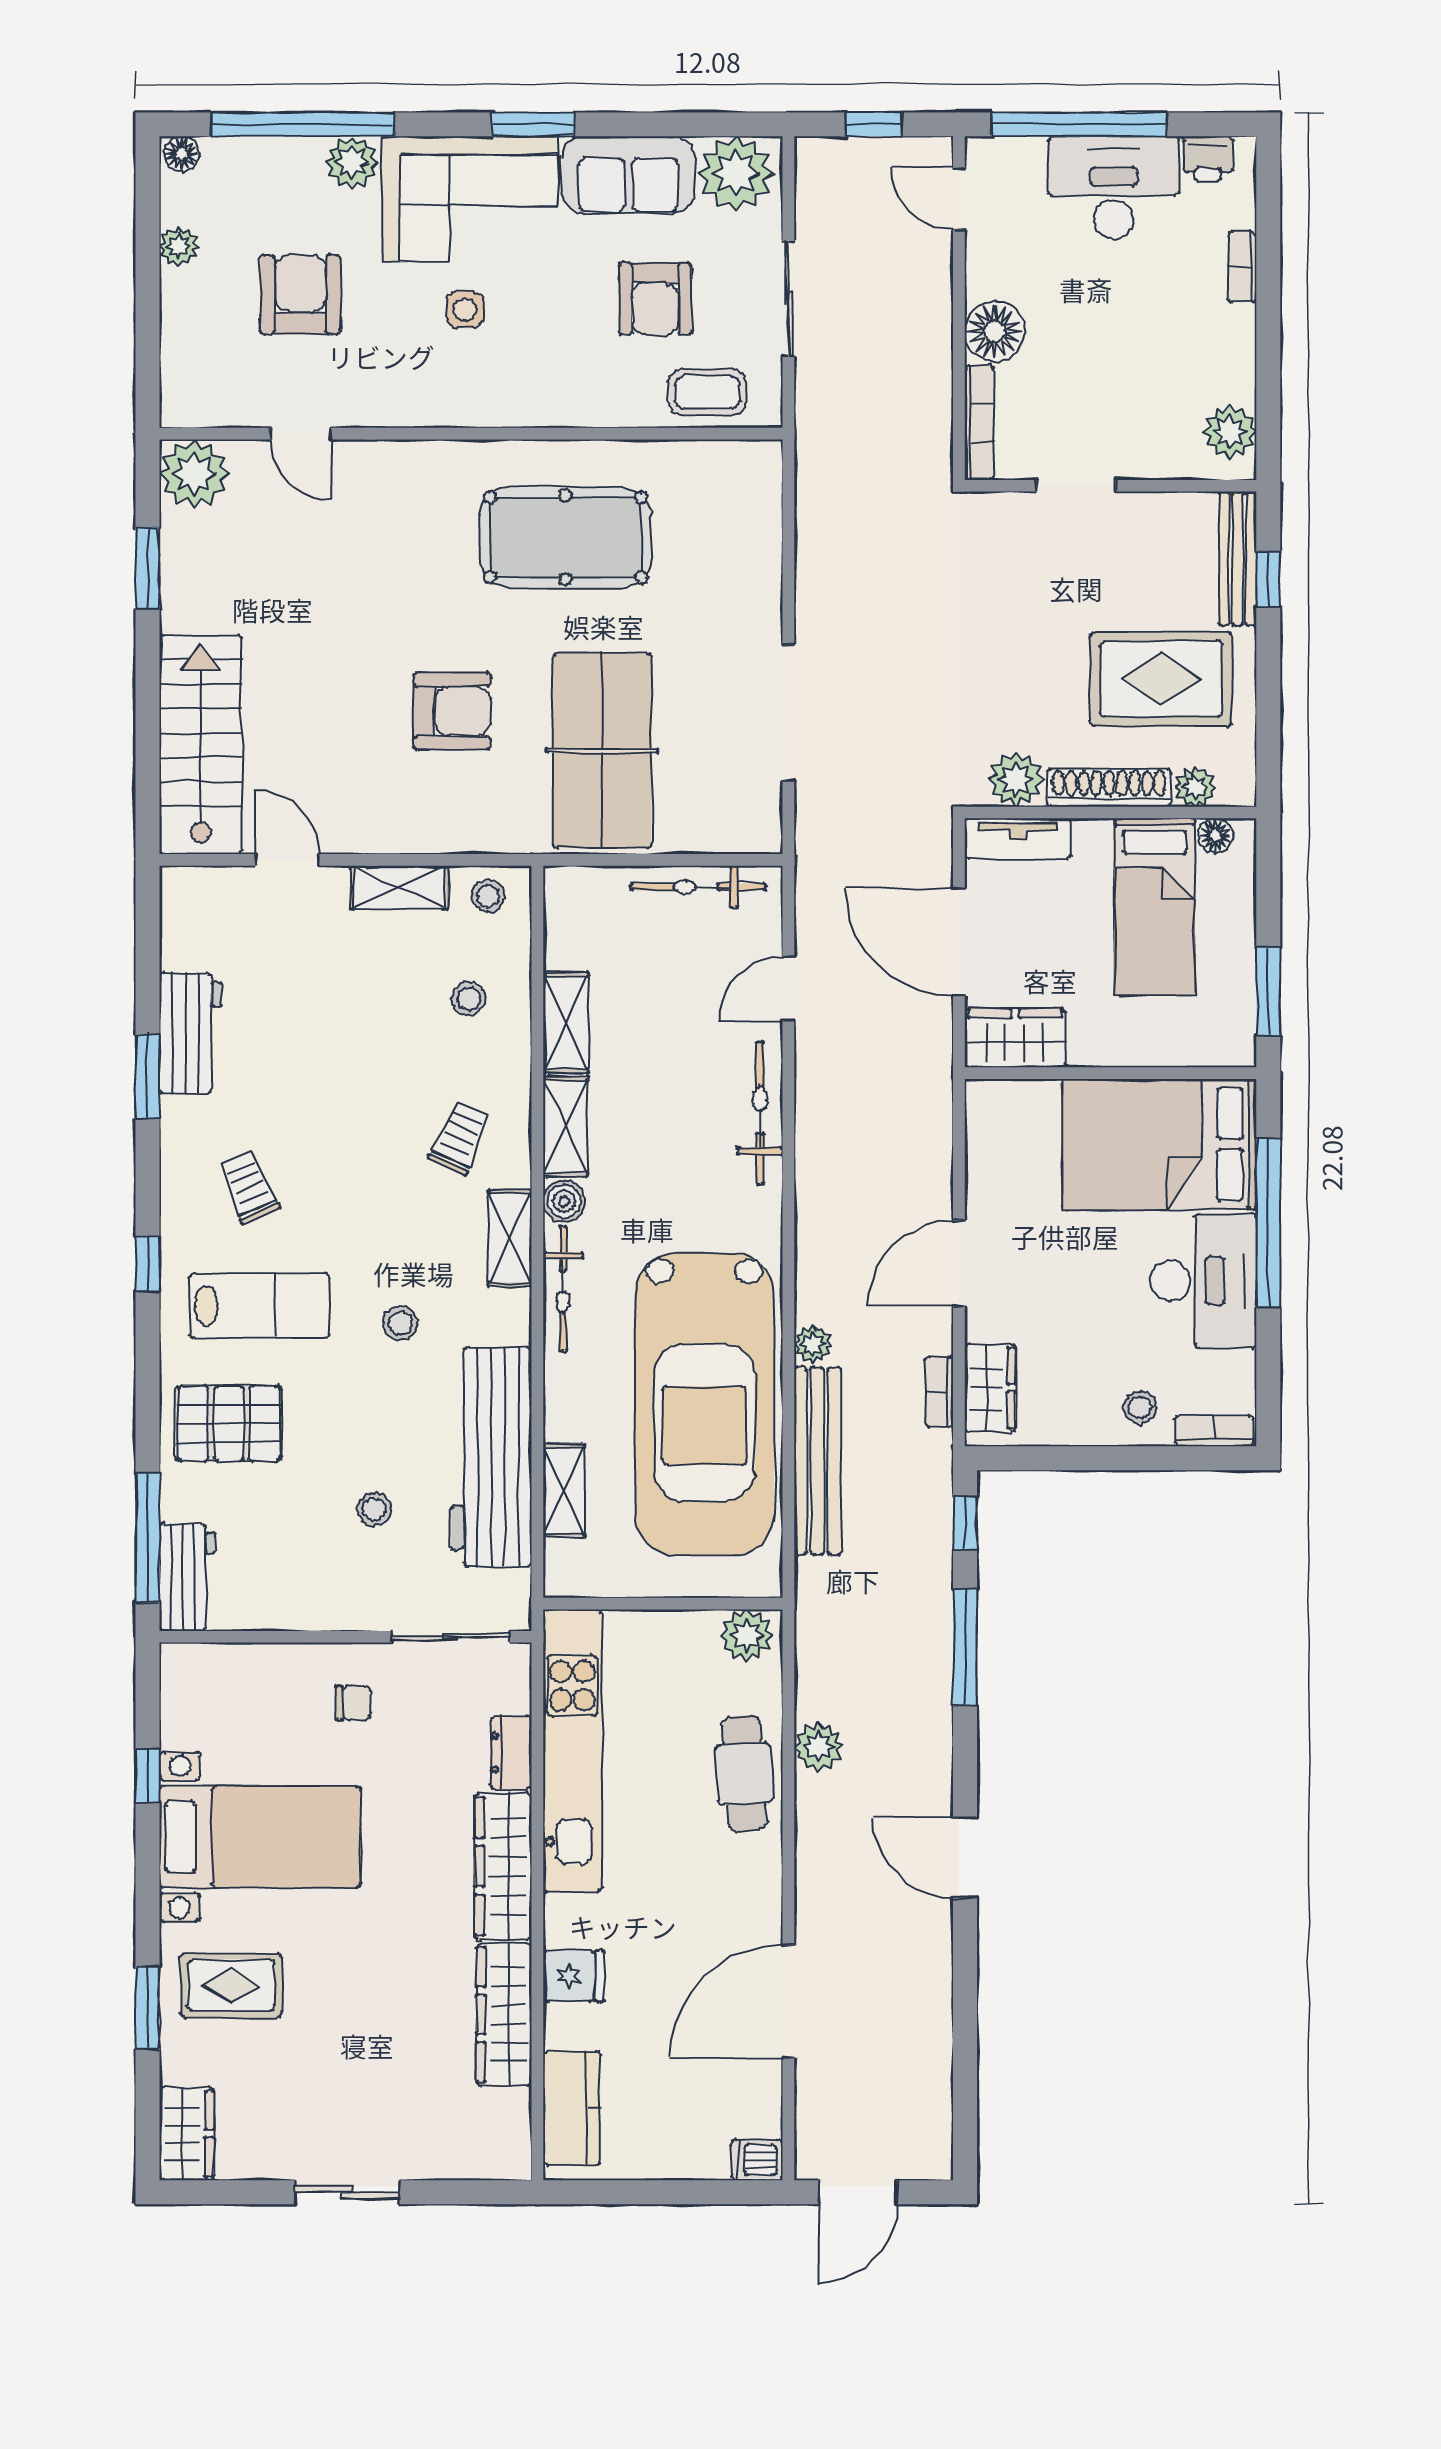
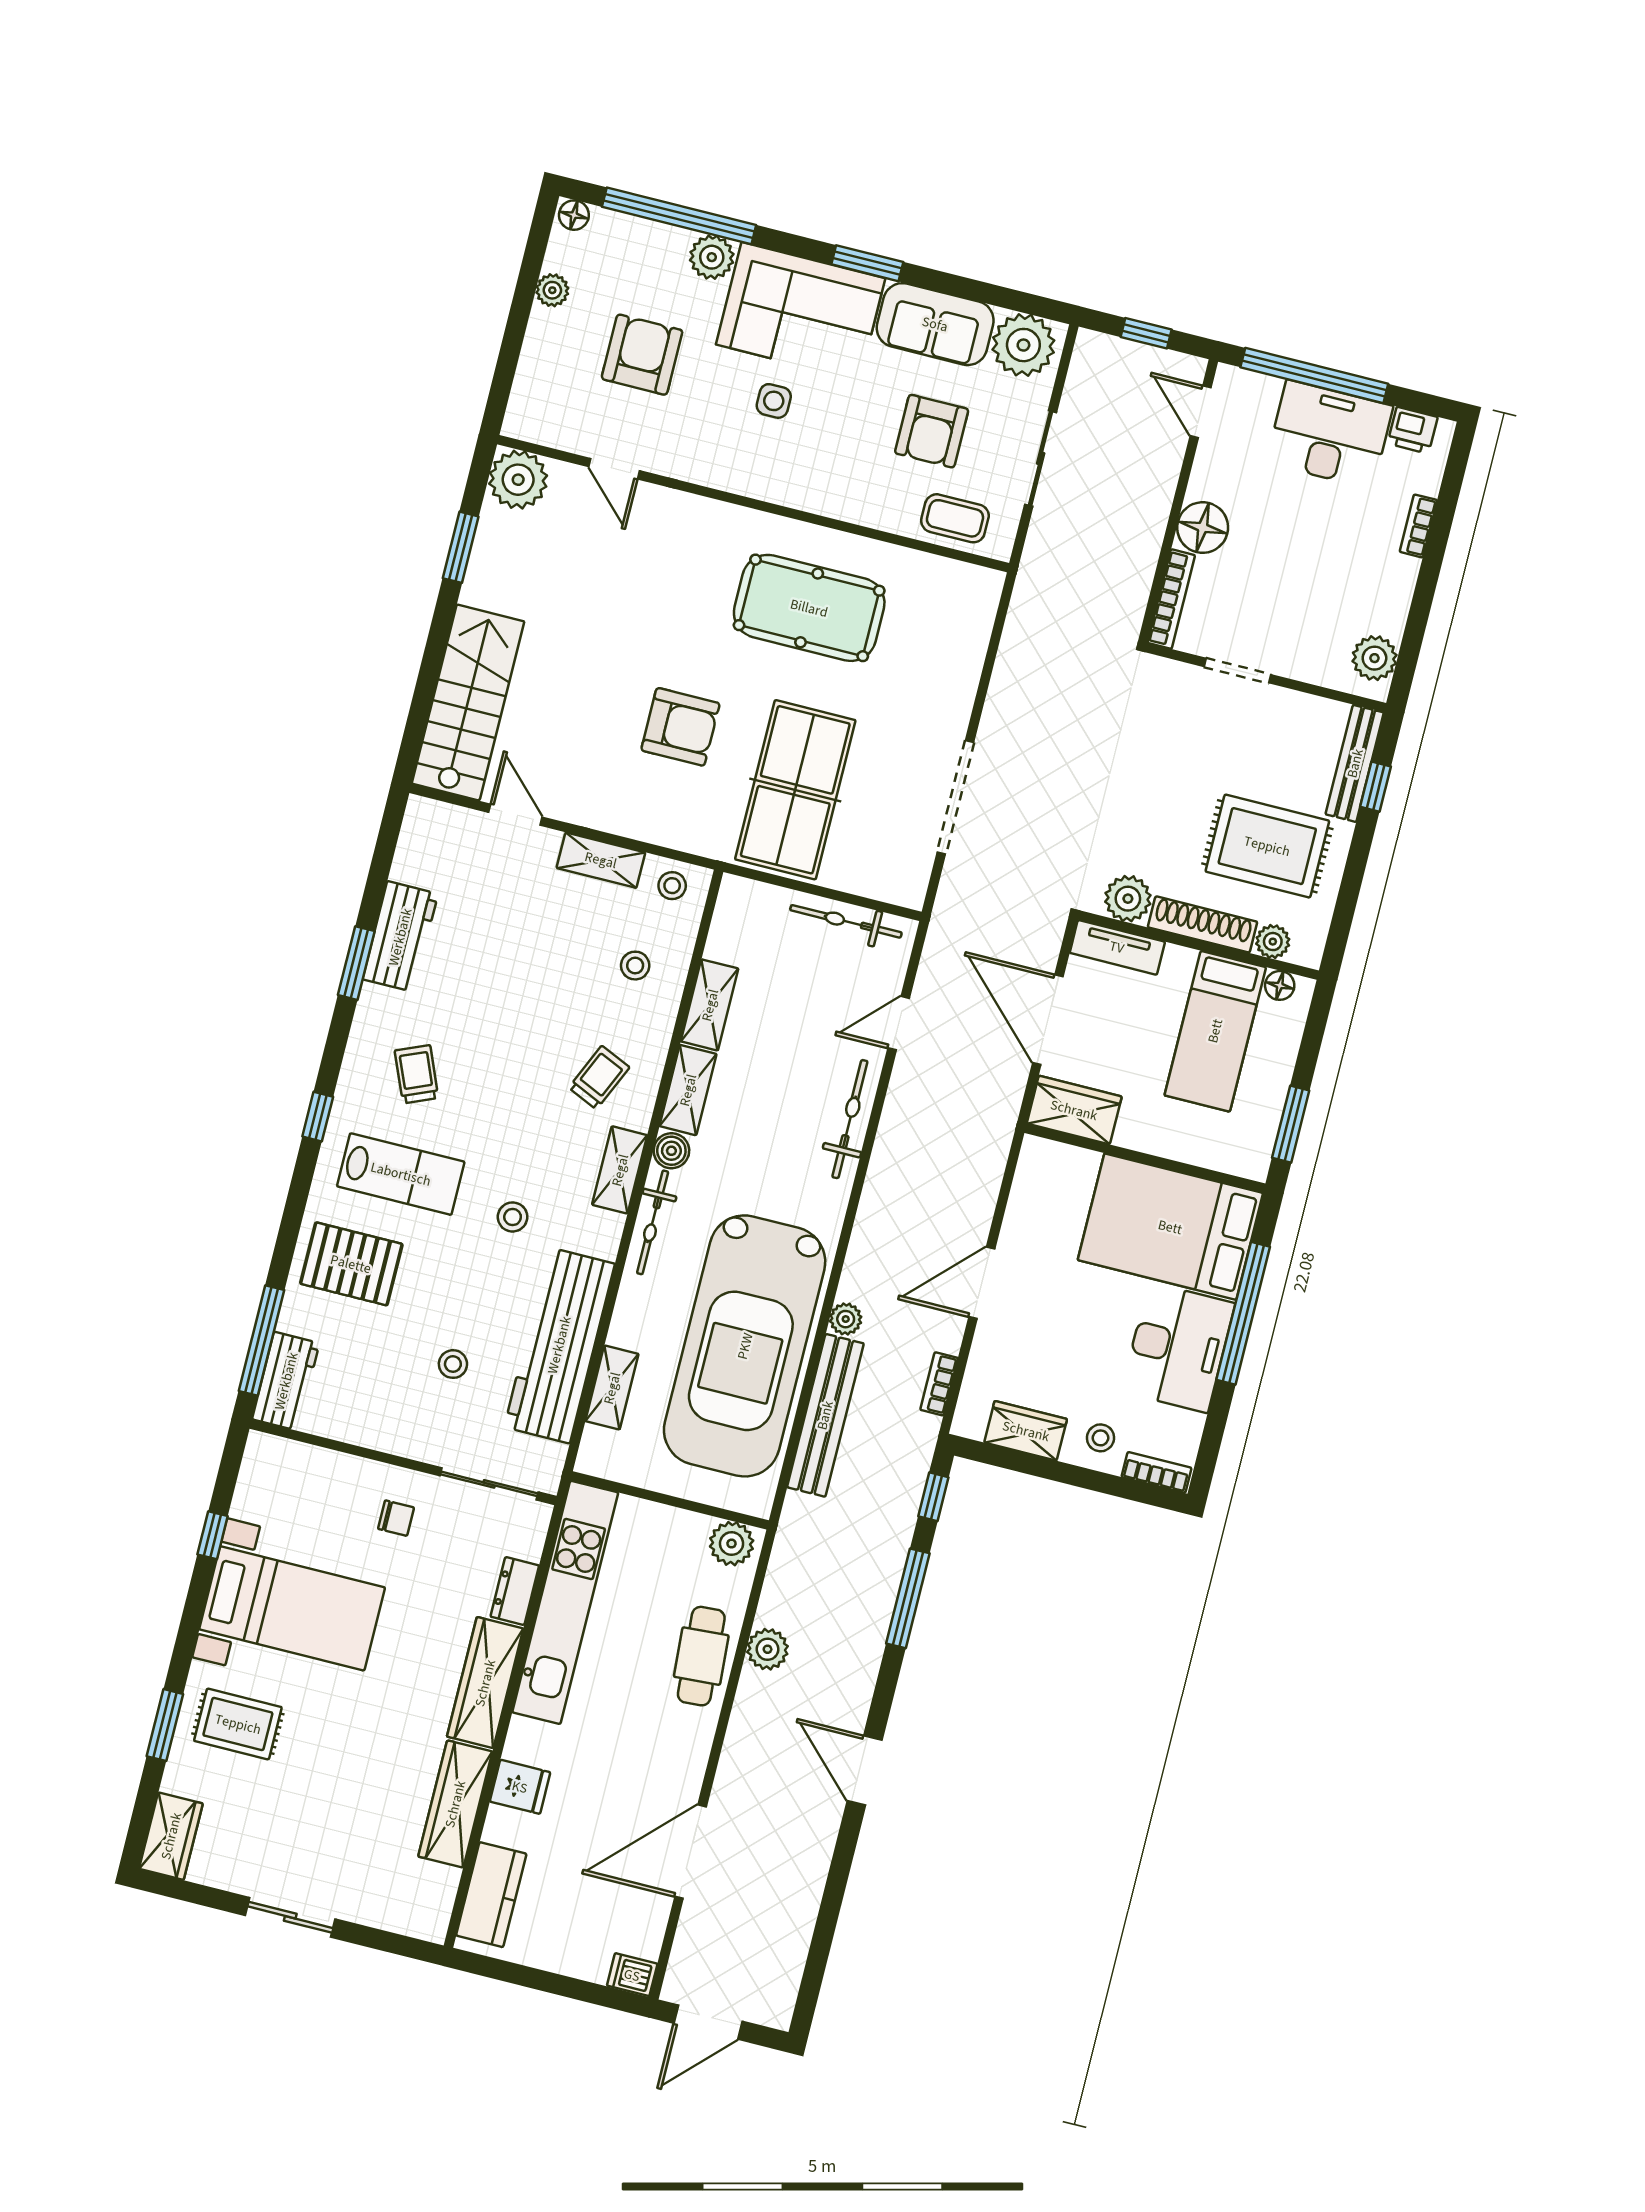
wardrobe: (990, 1388) -> (1026, 1431), moved, turned -90

